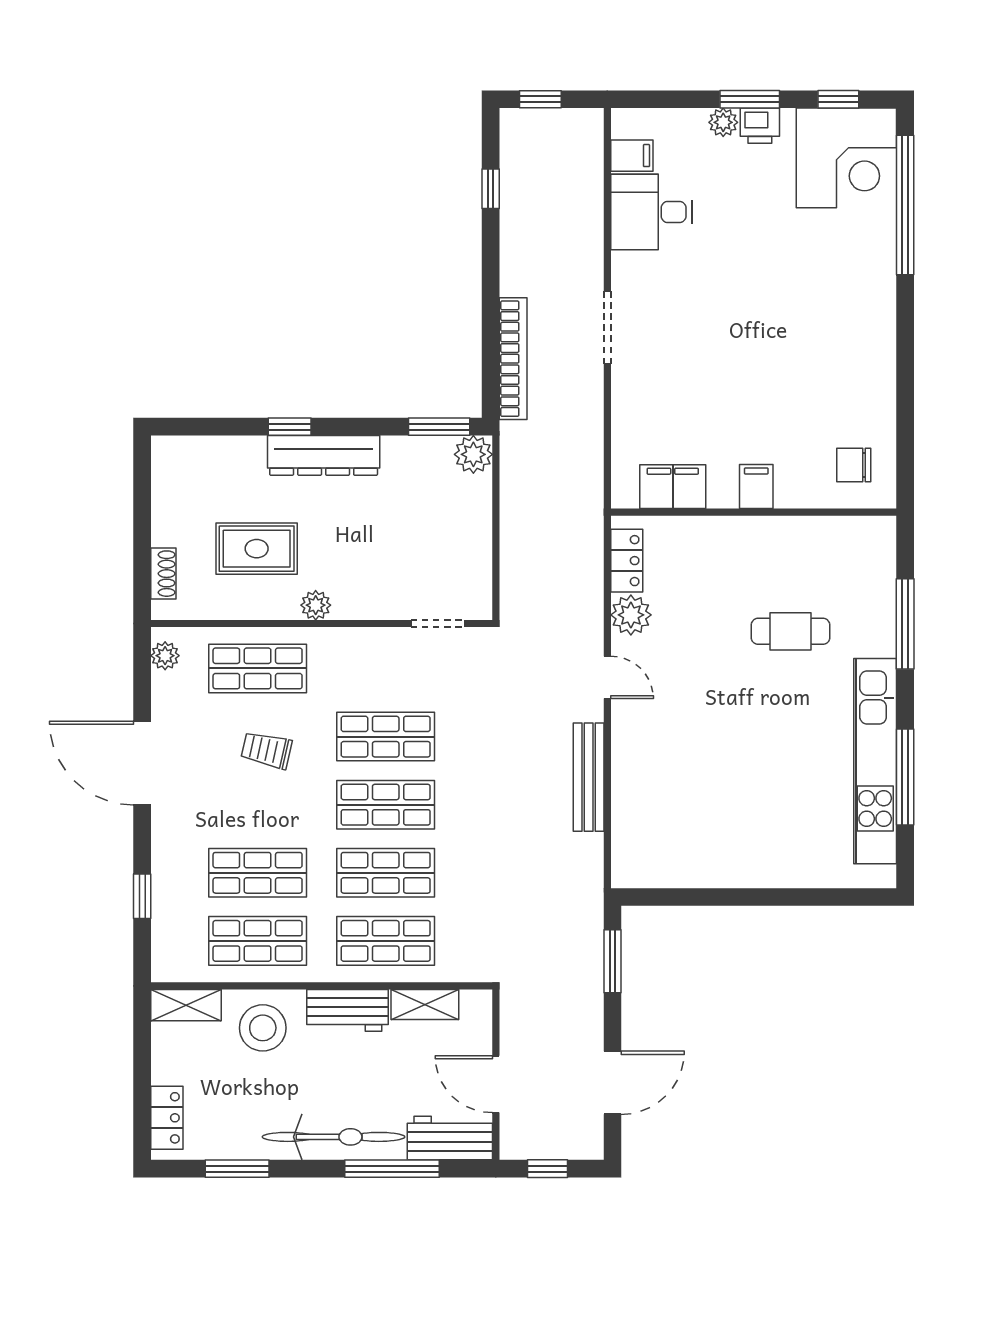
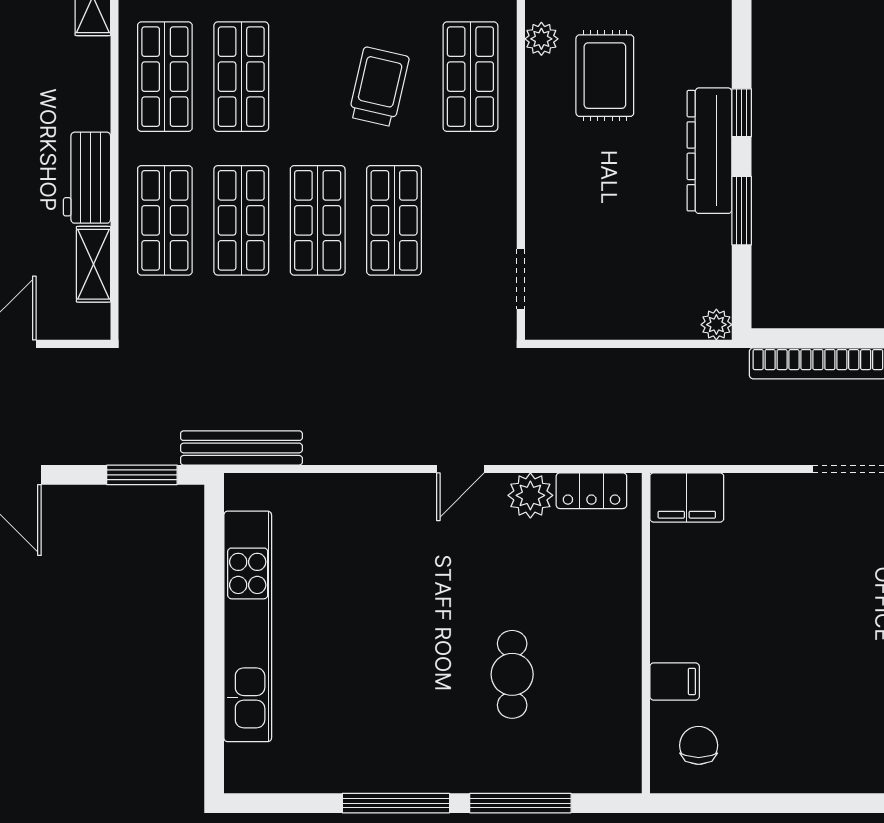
window: (439, 427) -> (742, 211), moved
plant: (473, 454) -> (716, 325), width x0.73, depth x0.73
filing cabinet: (756, 486) -> (675, 681), moved
filing cabinet: (673, 487) -> (687, 497), moved, turned 90
plant: (316, 605) -> (541, 39), moved
trolley: (267, 750) -> (379, 87), width x1.36, depth x1.39
kitchen unit: (875, 761) -> (248, 626), moved, turned 90
bench: (589, 777) -> (241, 448), moved
window: (905, 777) -> (396, 803), moved
stool: (263, 1028) -> (67, 82), removed

